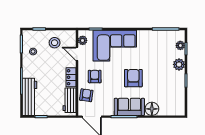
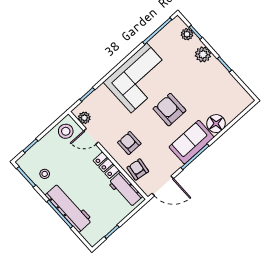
stool: (55, 43) -> (66, 131), moved
corner sofa: (115, 46) -> (139, 78), moved
workbench: (30, 97) -> (69, 208), moved

